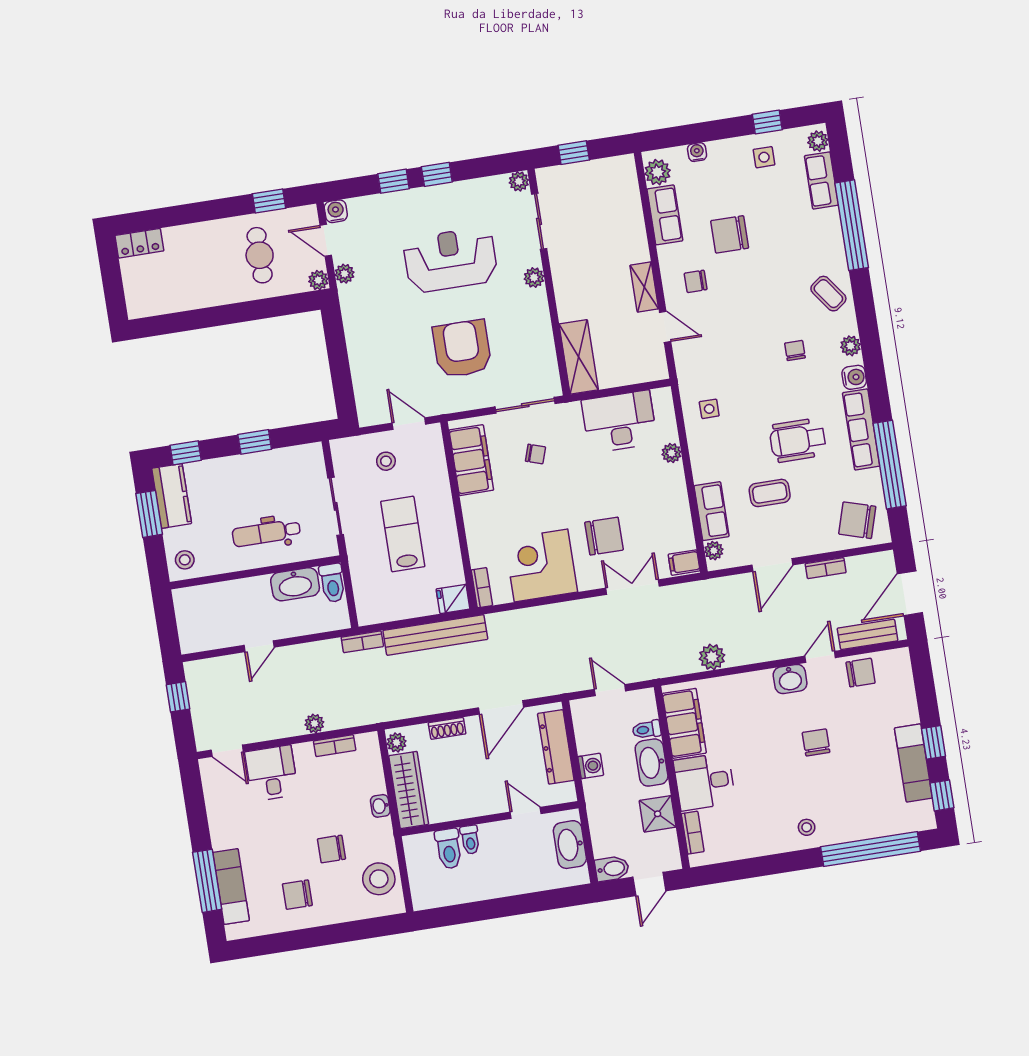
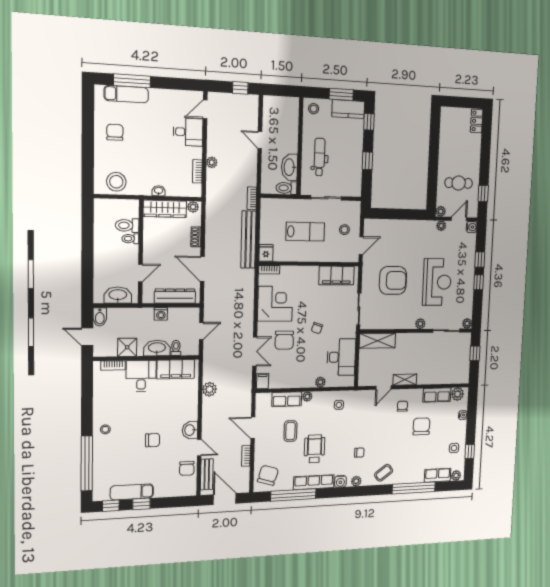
chair: (535, 454) -> (317, 328), moved
plant: (714, 551) -> (307, 397), moved
chair: (331, 849) -> (138, 158), removed

